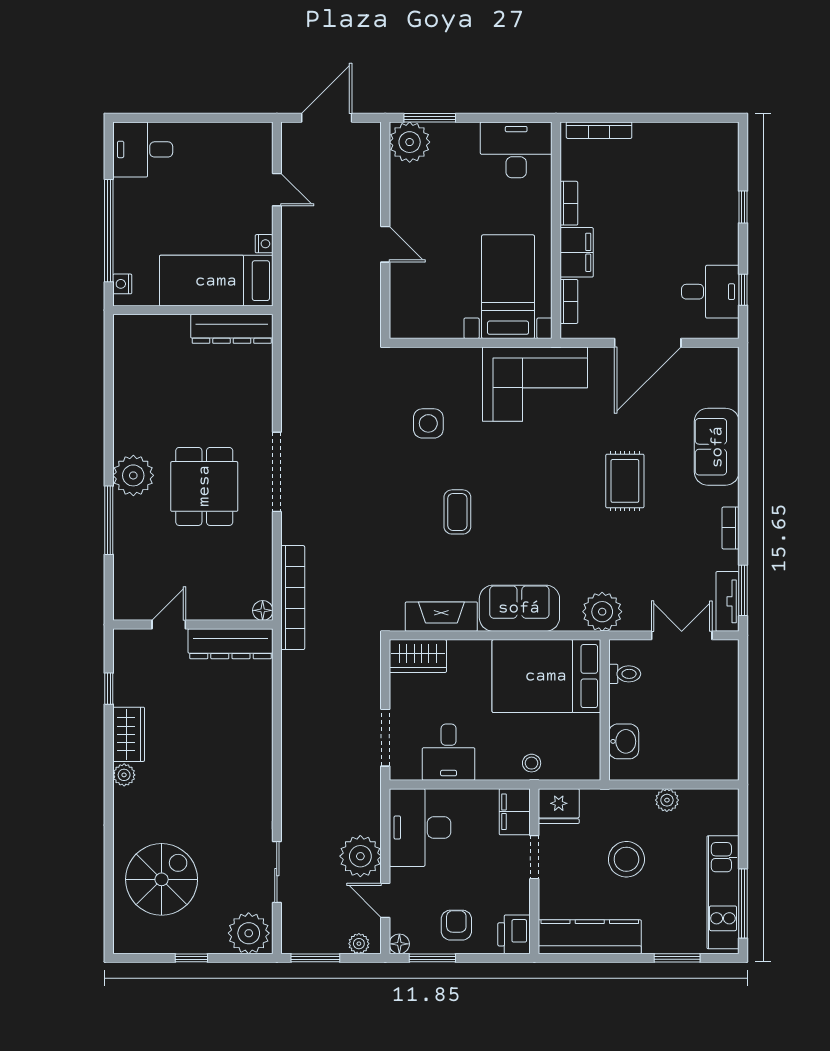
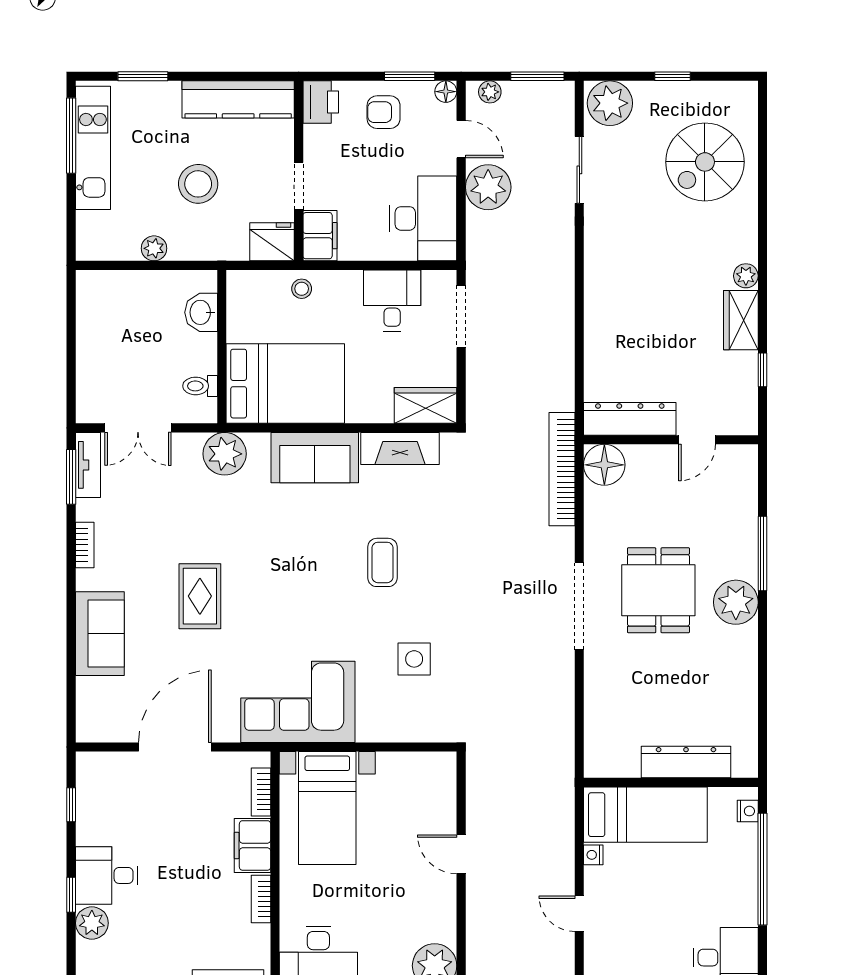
plant: (724, 181) -> (92, 923), added
desk: (710, 292) -> (107, 875), moved
dresser: (232, 329) -> (686, 762), moved
floor lamp: (263, 610) -> (604, 465), width x1.89, depth x1.89
armchair: (456, 925) -> (384, 112), turned 90

